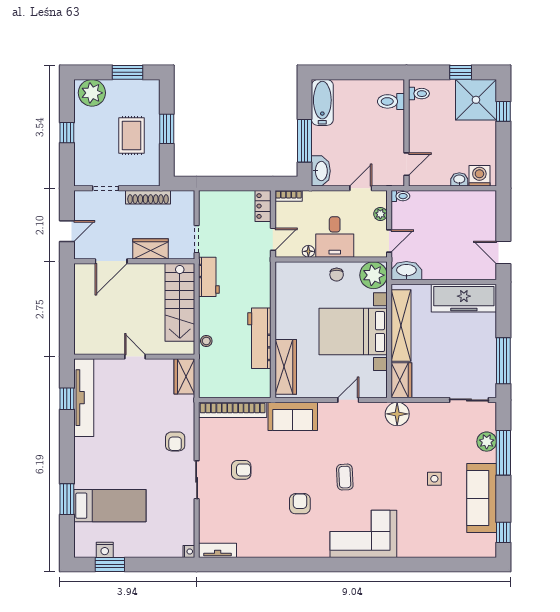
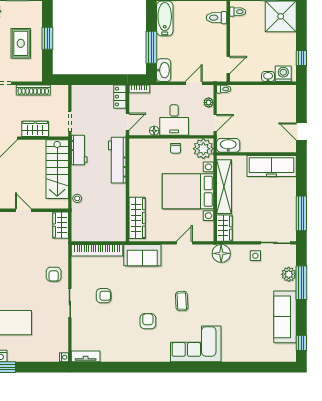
window: (503, 111) -> (301, 58), moved
workbench: (259, 338) -> (117, 160), moved
side table: (434, 479) -> (255, 256), moved

